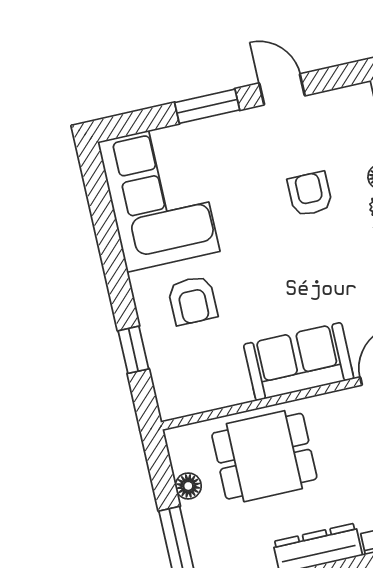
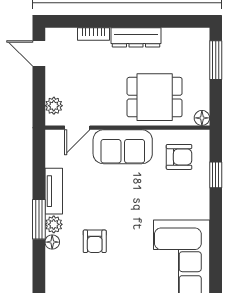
armchair: (193, 300) -> (179, 157), moved, turned 90
floor lamp: (188, 486) -> (202, 118), moved

